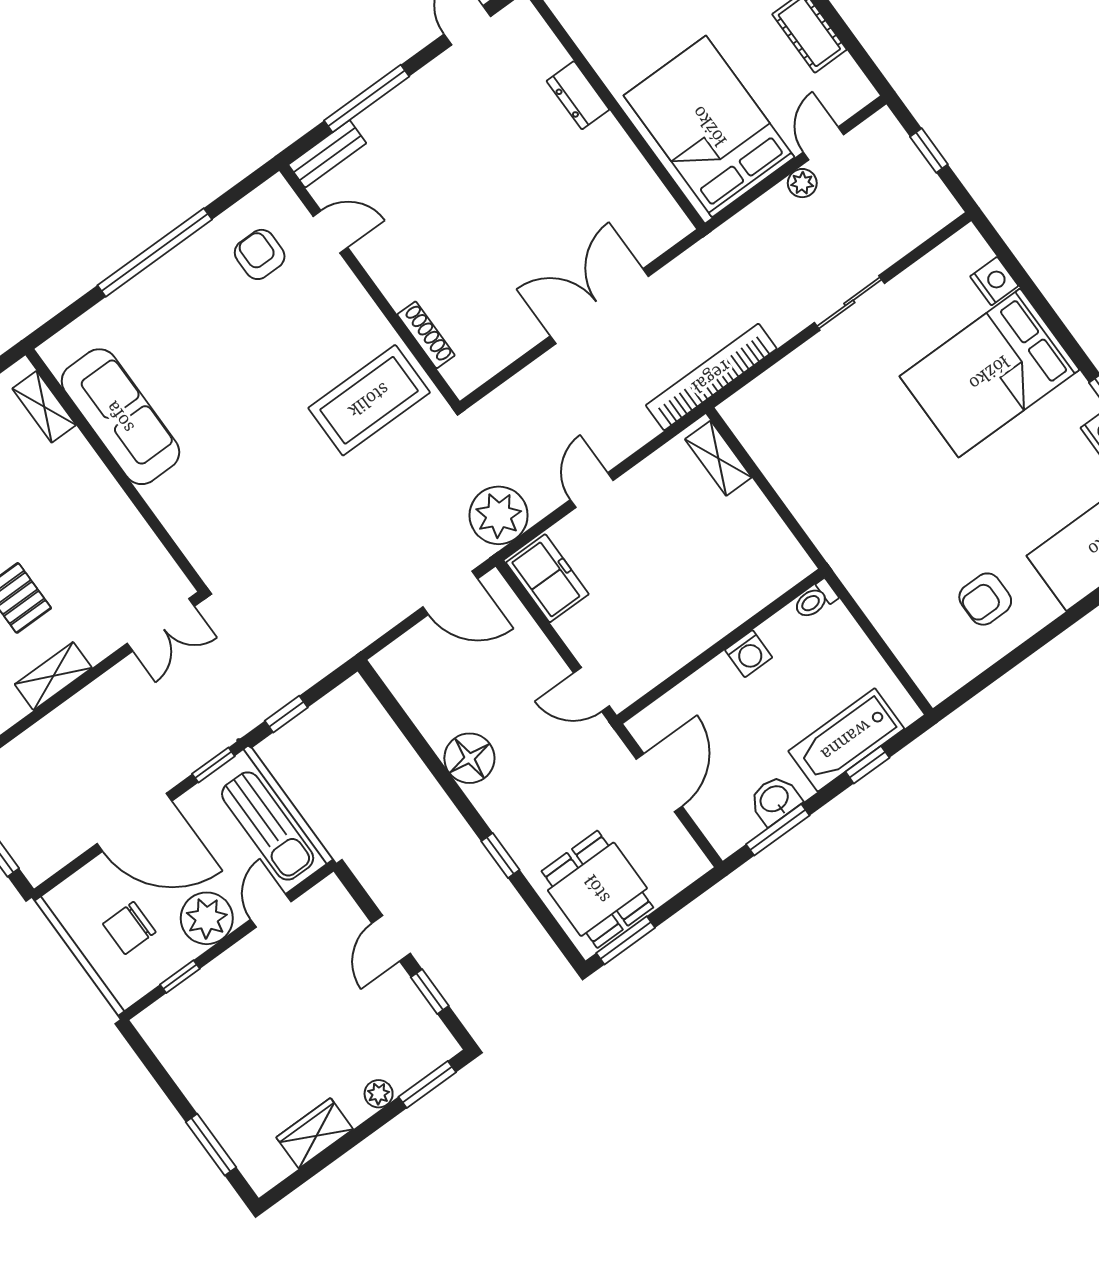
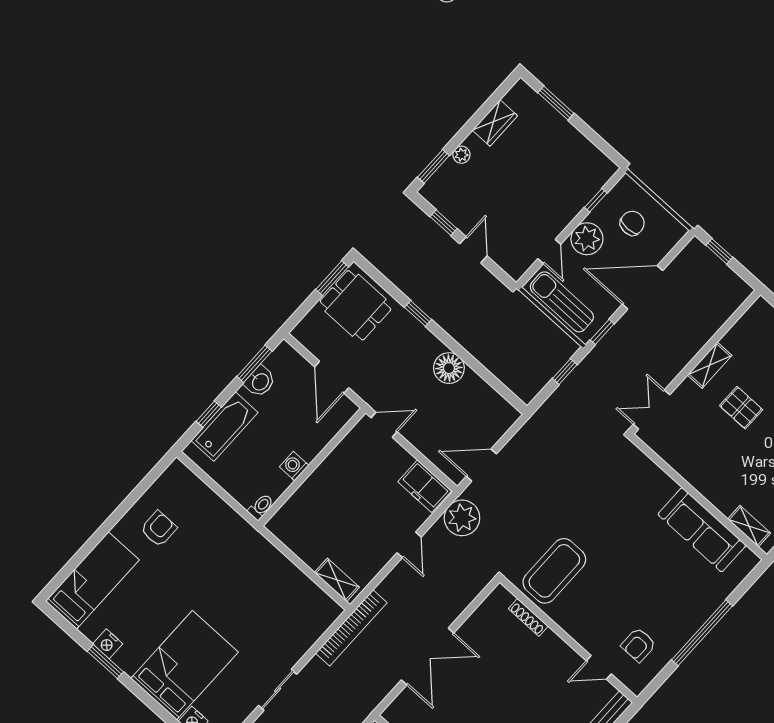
armchair: (260, 254) -> (639, 645), turned 90

